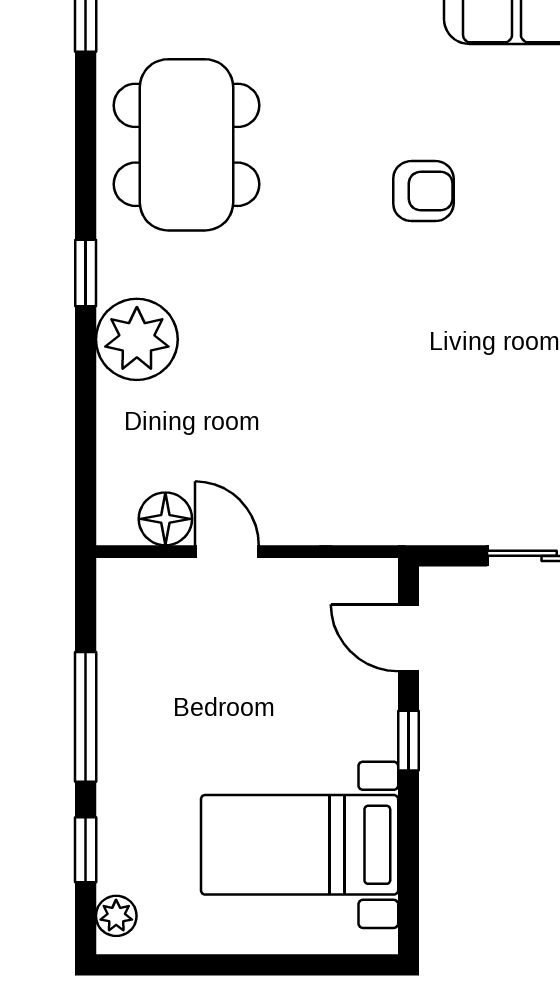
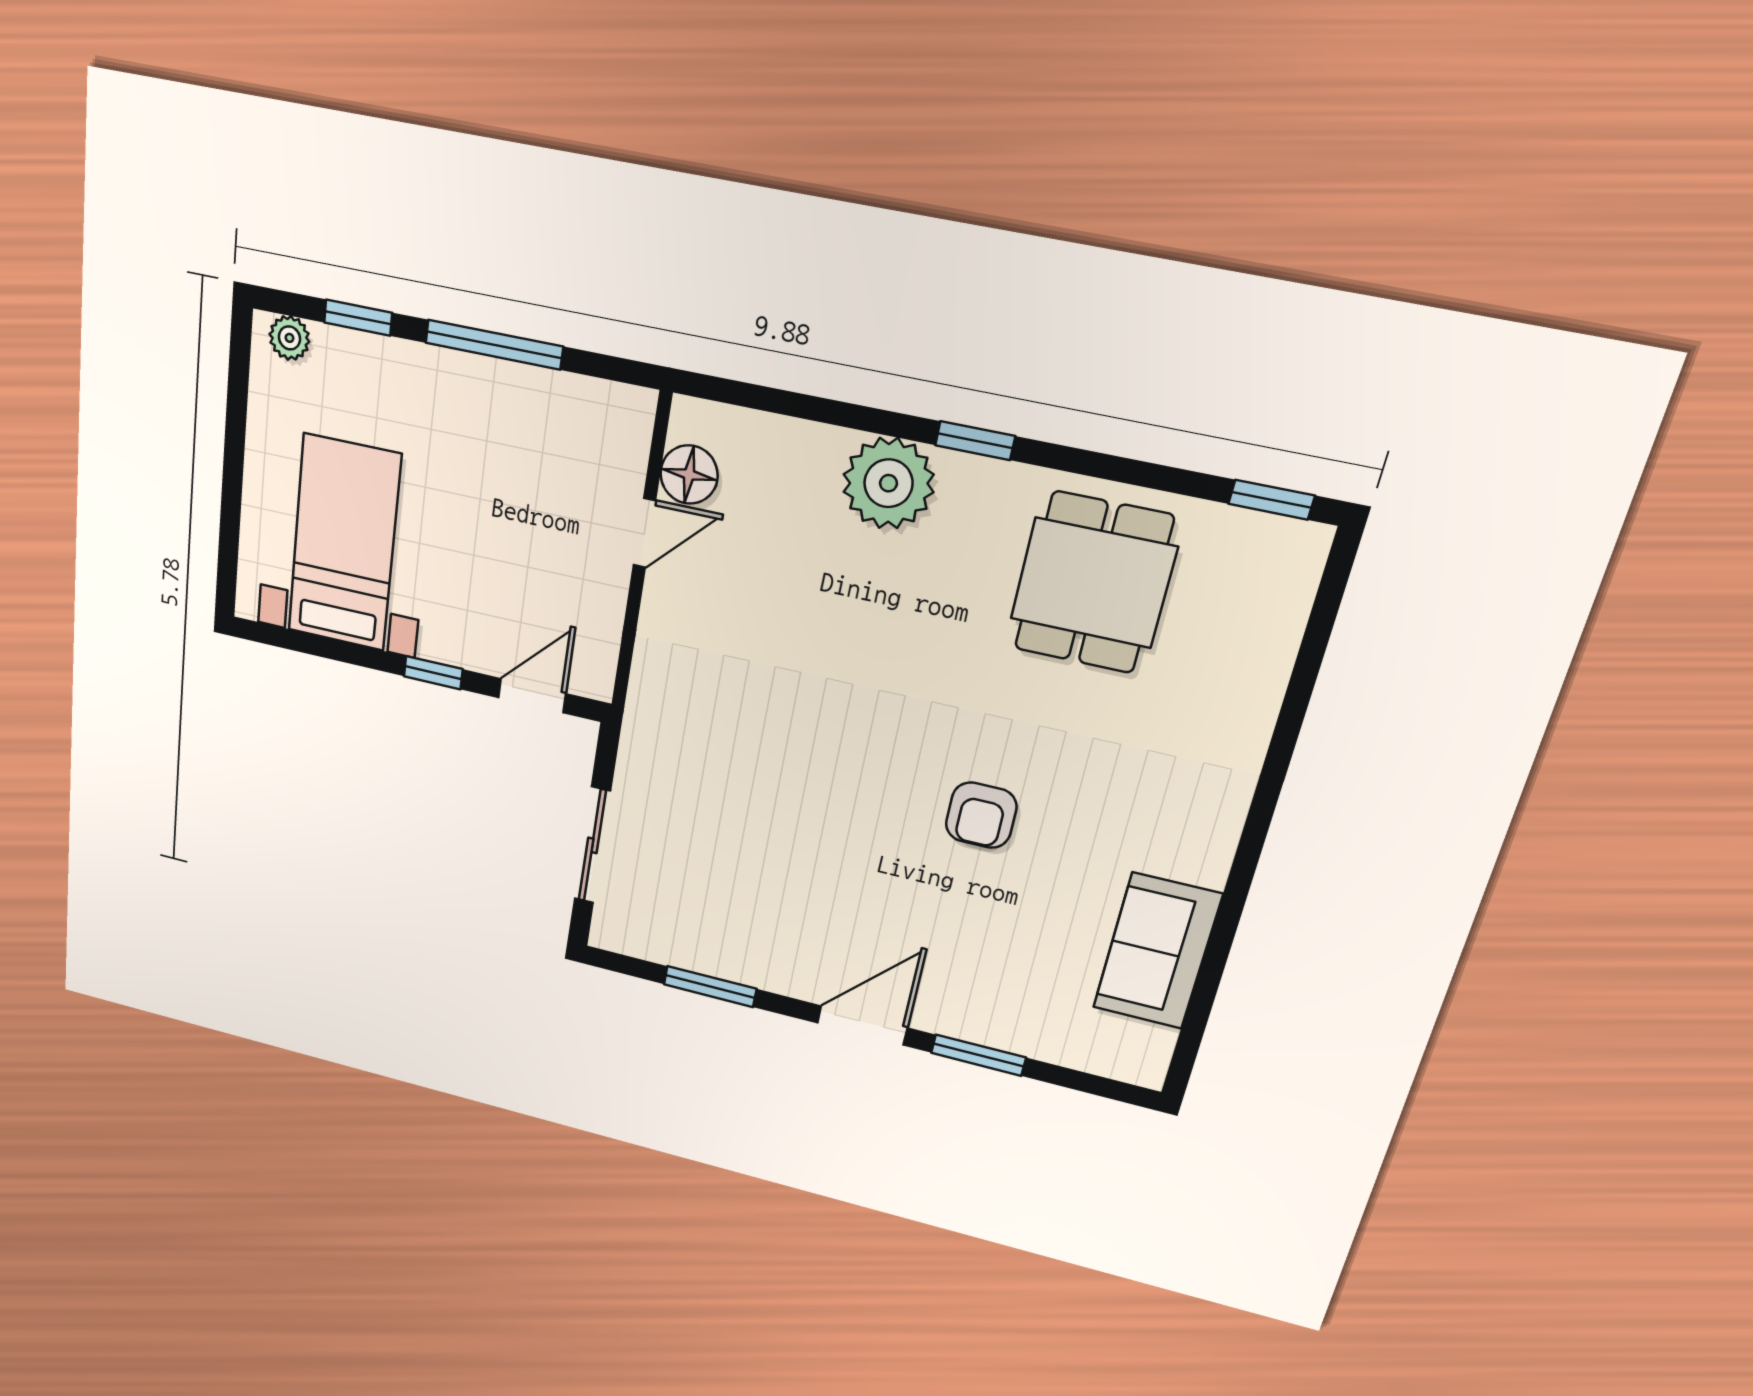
dining table: (186, 145) -> (1093, 583), width x0.73

